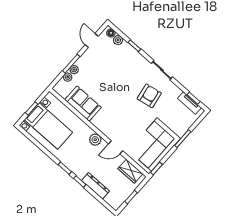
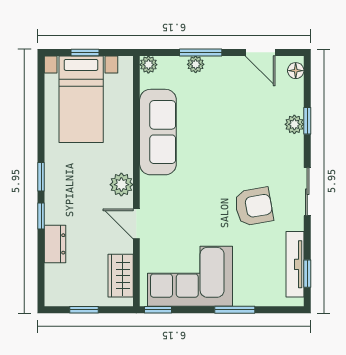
plant: (118, 40) -> (294, 124), moved
door: (92, 41) -> (260, 52), swing flipped
plant: (68, 77) -> (148, 65), moved
tv unit: (189, 103) -> (295, 264), width x1.41
sofa: (83, 104) -> (158, 132), width x1.36
dresser: (96, 186) -> (55, 244), width x0.70

